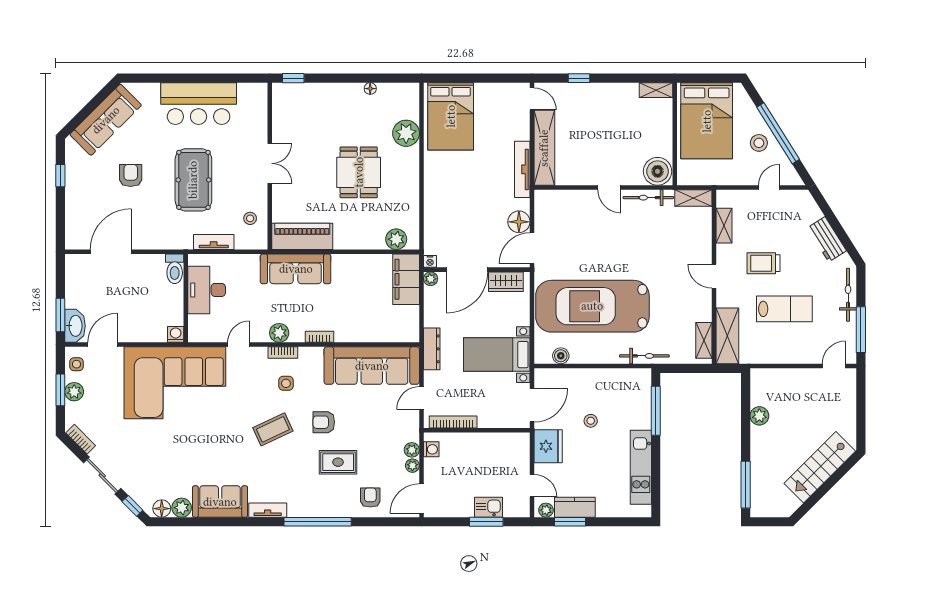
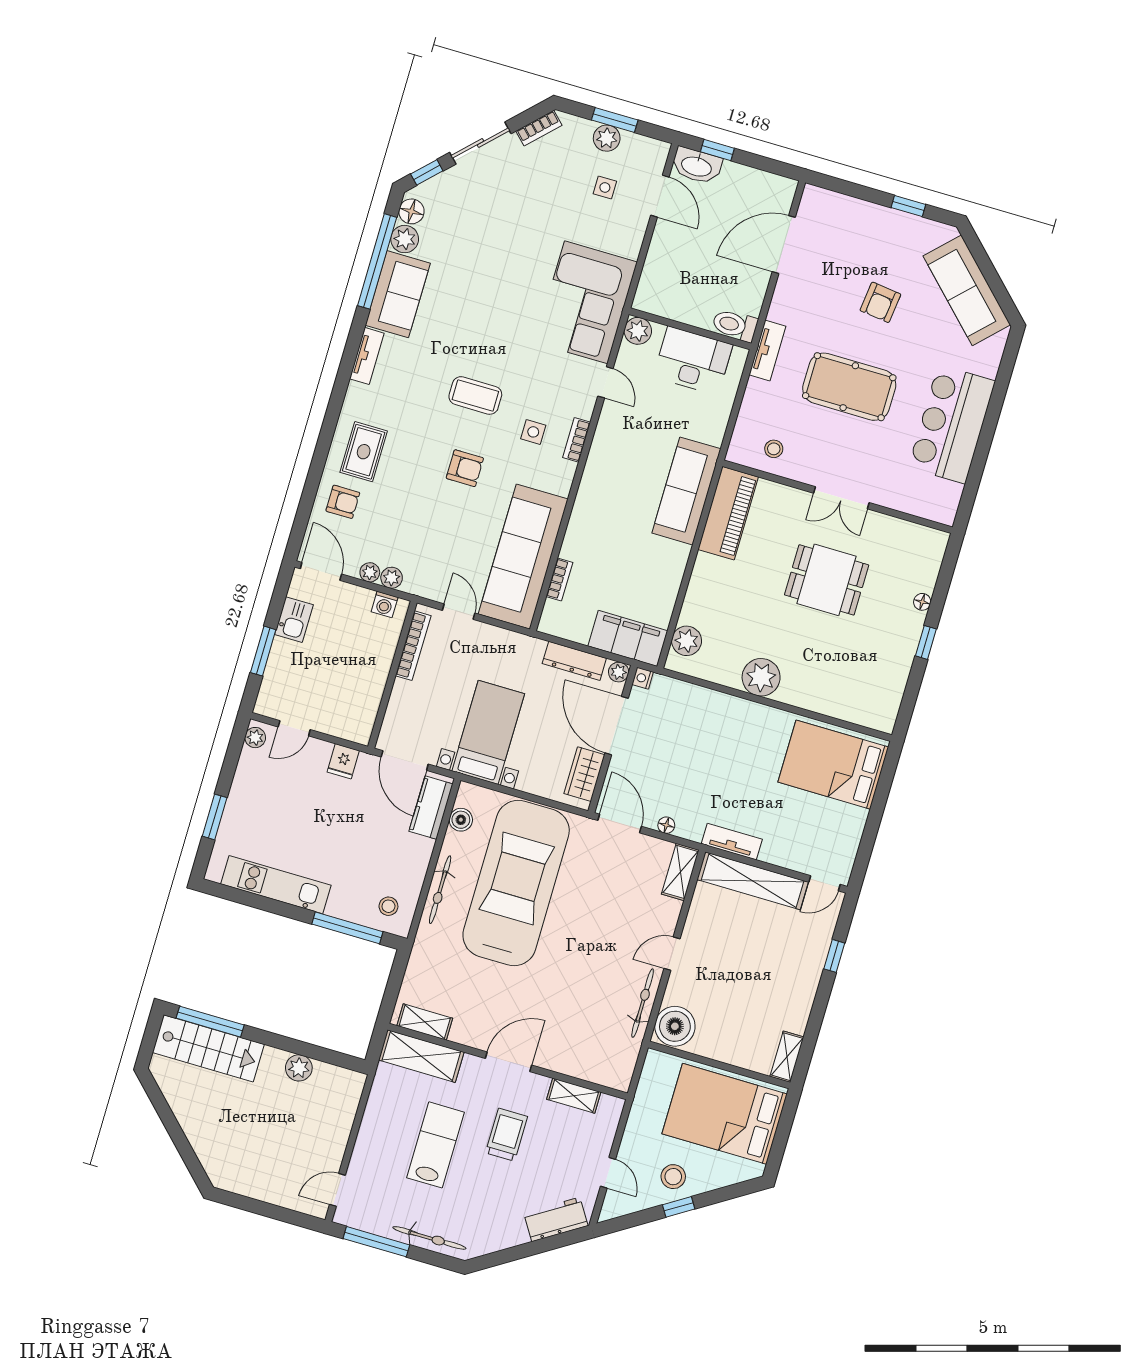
window: (293, 78) -> (926, 642), moved
floor lamp: (370, 89) -> (922, 602), moved
plant: (406, 133) -> (761, 677), moved
window: (778, 133) -> (679, 1207), width x0.32
tv unit: (522, 169) -> (732, 842), width x0.71
dining table: (359, 172) -> (827, 580), moved
armchair: (131, 175) -> (880, 302), turned 97
shelving: (693, 198) -> (680, 872), moved
floor lamp: (519, 222) -> (666, 825), width x0.53, depth x0.53
workbench: (827, 239) -> (556, 1219), moved
tv unit: (214, 242) -> (767, 350), moved
door: (111, 252) -> (784, 245), swing flipped
door: (714, 276) -> (509, 1062), width x1.38
lab bench: (784, 309) -> (435, 1145), turned 180
window: (60, 315) -> (717, 150), width x0.67
plant: (279, 333) -> (638, 331), moved
washing machine: (176, 334) -> (645, 300), removed
bookcase: (319, 337) -> (559, 579), moved
dresser: (432, 349) -> (574, 661), moved
bicycle: (644, 356) -> (440, 890), moved
side table: (76, 364) -> (605, 187), moved
door: (834, 366) -> (337, 1190), swing flipped
corner sofa: (175, 383) -> (586, 302), width x0.73, depth x0.74
stool: (591, 421) -> (388, 906), moved
armchair: (324, 422) -> (465, 468), turned 90
coffee table: (273, 429) -> (475, 395), turned -65
fridge: (548, 446) -> (343, 761), width x0.53, depth x0.75
rug: (338, 462) -> (364, 452), moved
stairs: (820, 467) -> (208, 1048), moved, turned 135
kitchen sink: (488, 507) -> (294, 620), moved
kitchen counter: (575, 507) -> (431, 808), moved, turned 180
window: (318, 522) -> (377, 261), moved
window: (570, 522) -> (215, 817), moved

